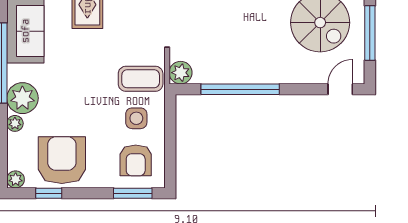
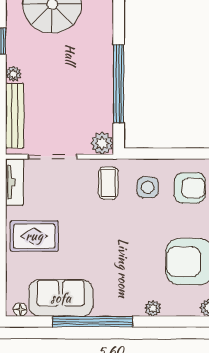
coffee table: (141, 79) -> (108, 183), width x0.73, depth x0.77
plant: (22, 98) -> (128, 301), removed

